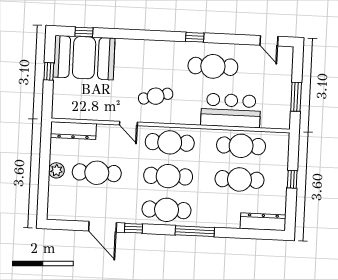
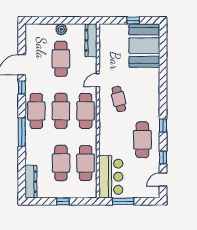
window: (84, 32) -> (163, 158), moved
bar counter: (231, 110) -> (111, 177), moved

